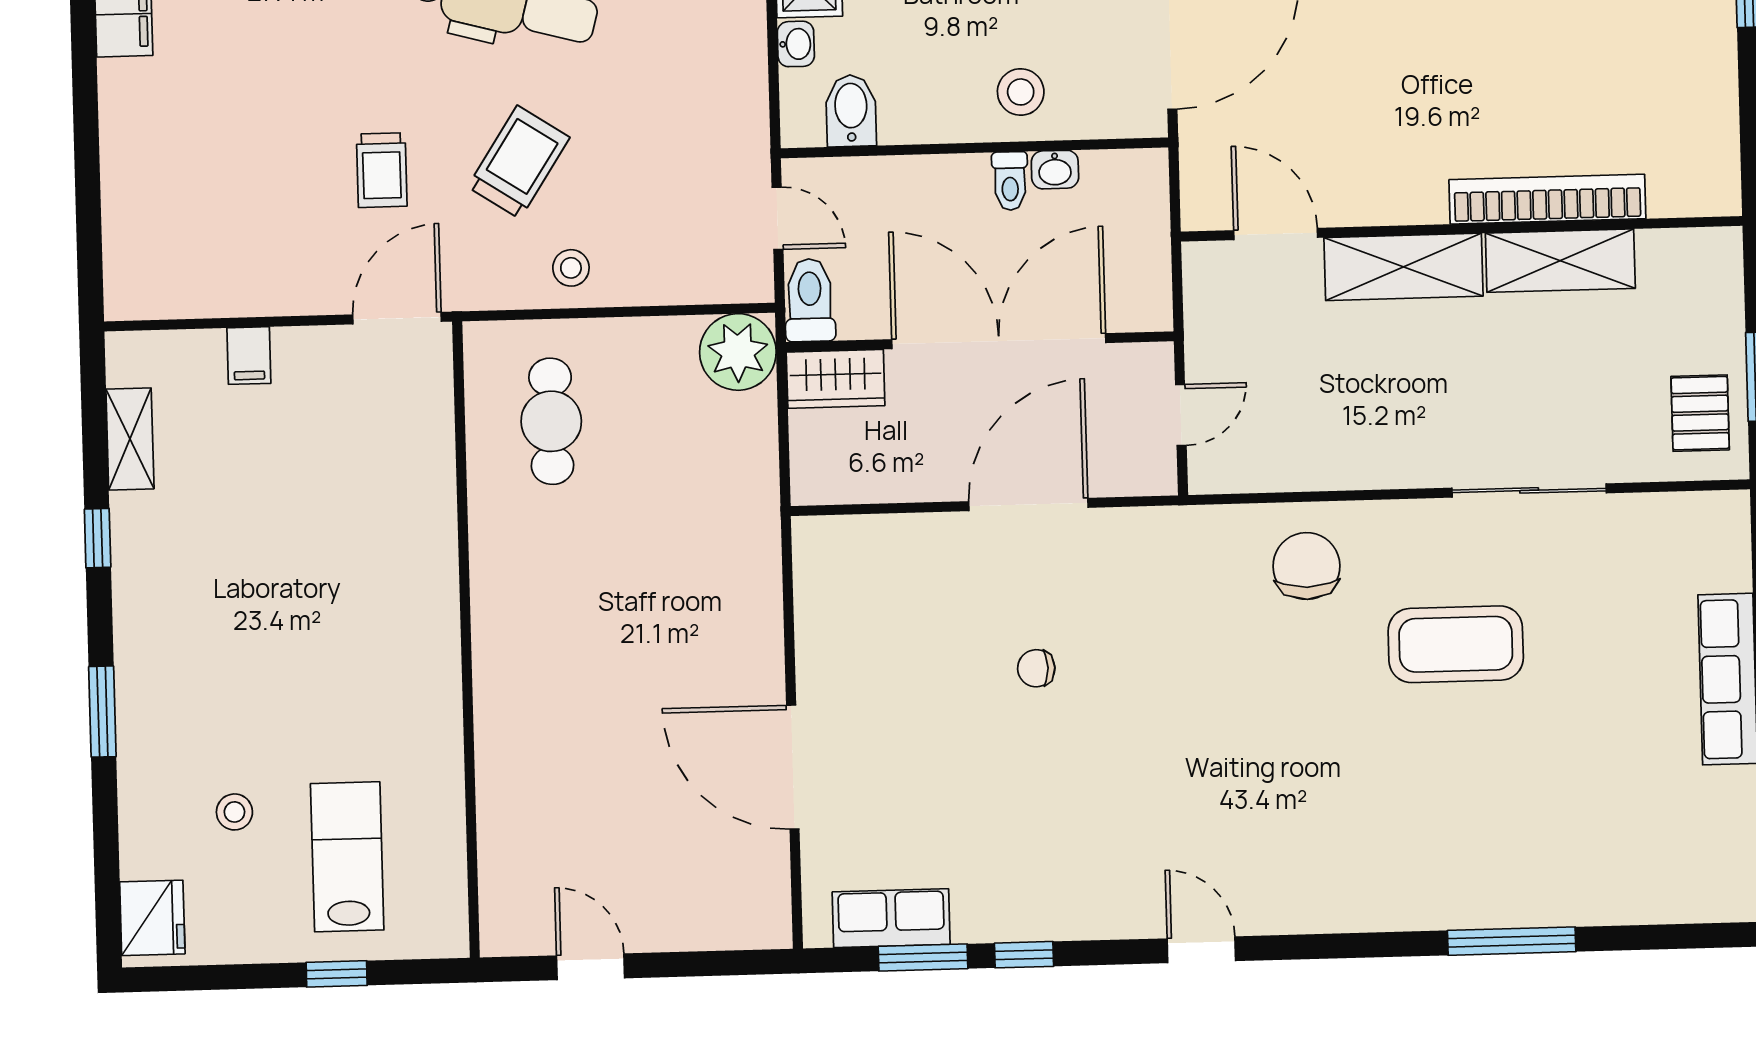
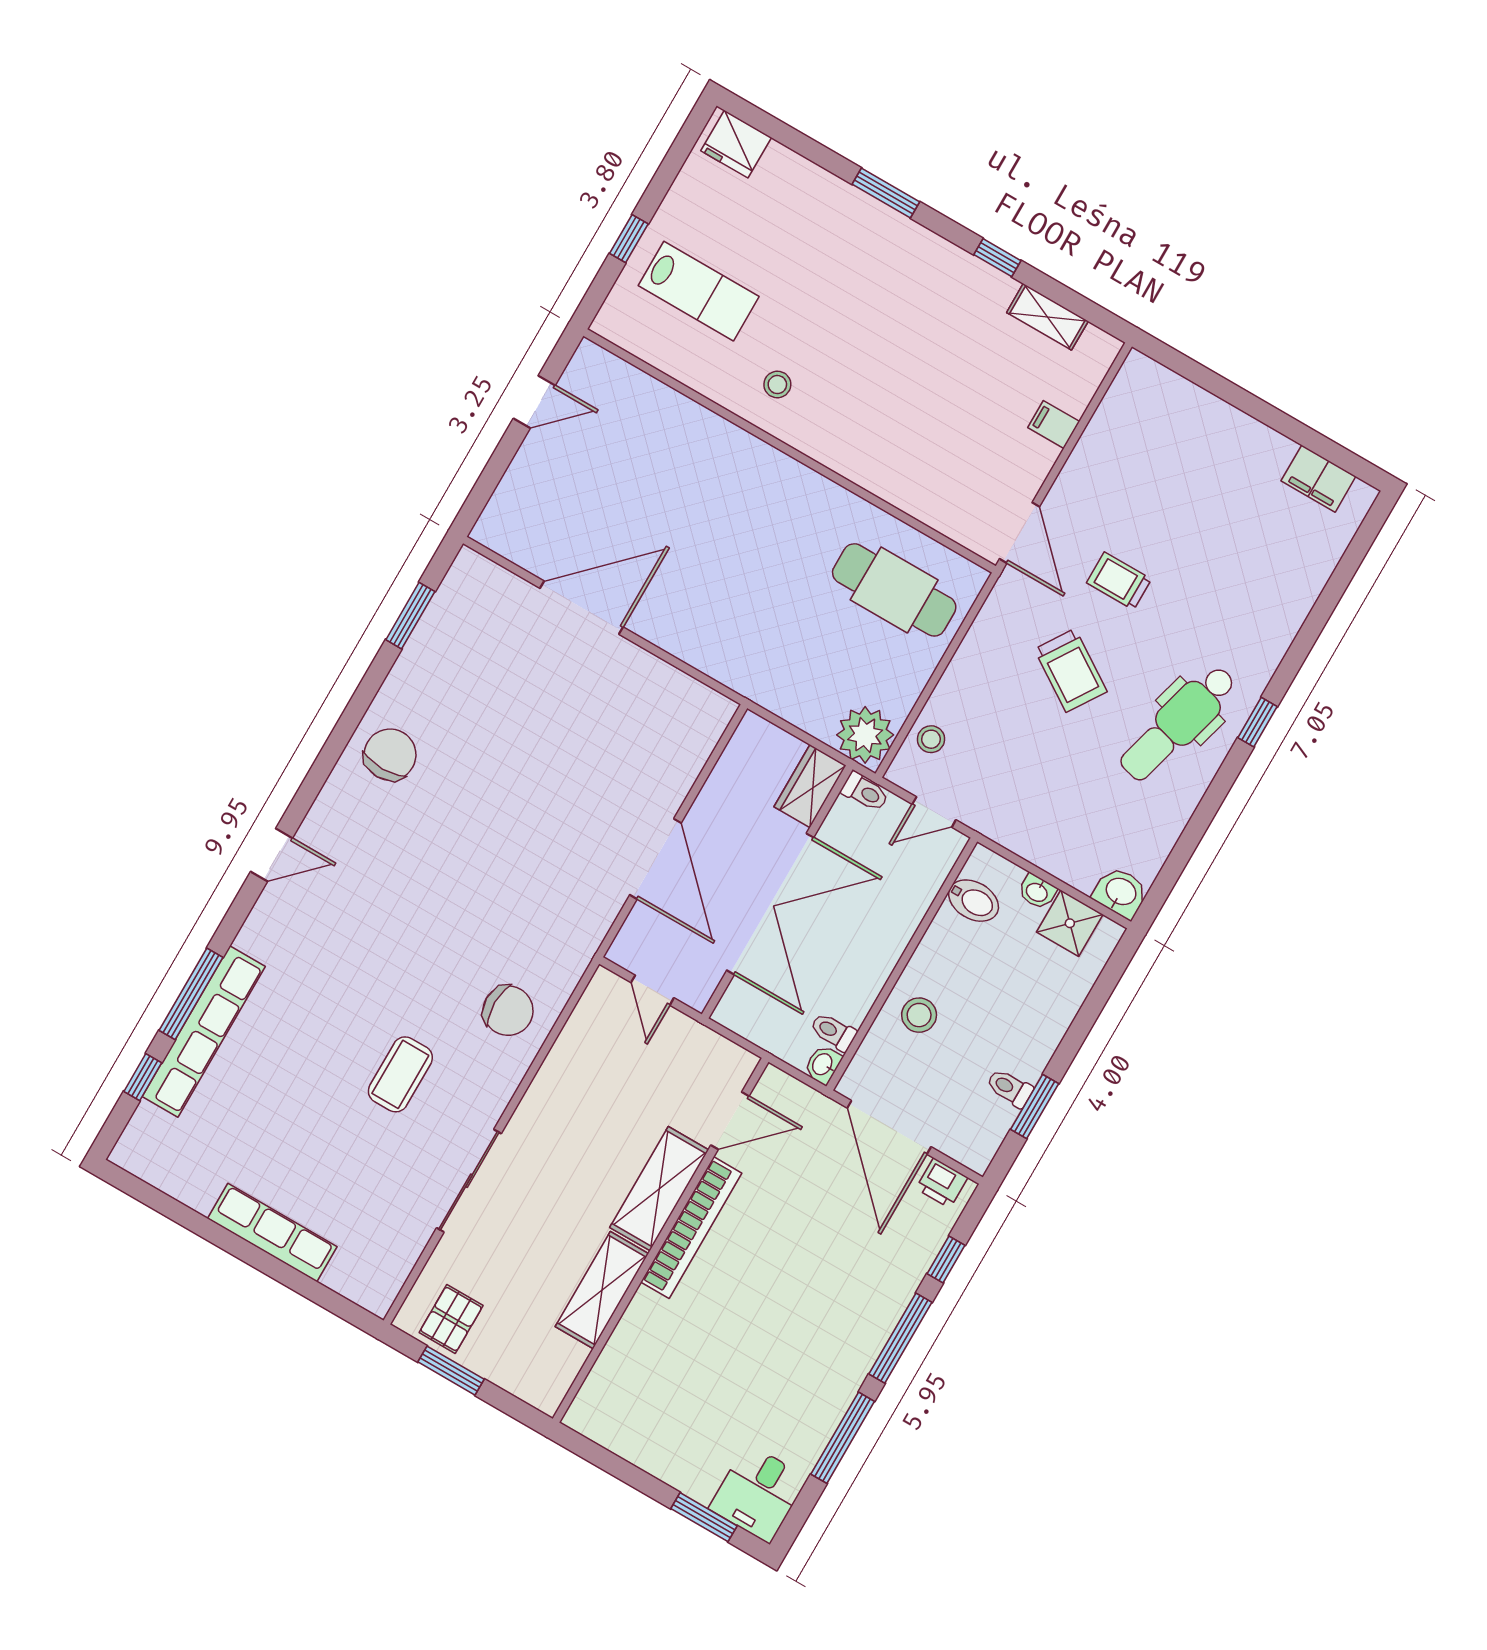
washbasin: (1055, 170) -> (823, 1065), moved
toilet: (1010, 181) -> (833, 1032), moved
bookcase: (1547, 199) -> (691, 1228), moved
stool: (571, 268) -> (931, 739), moved
toilet: (810, 300) -> (865, 792), width x0.73, depth x0.72
pallet: (1700, 413) -> (451, 1319), turned 90
cafe table: (551, 421) -> (894, 590), width x1.37, depth x1.35
coffee table: (1456, 644) -> (400, 1074), width x0.73, depth x0.76
chair: (1036, 668) -> (390, 755), moved, width x1.87, depth x1.87
stool: (234, 812) -> (777, 385), moved
row of seats: (891, 918) -> (204, 1031), moved, width x2.02
door: (1201, 950) -> (272, 855), moved
window: (1024, 955) -> (143, 1077), moved

